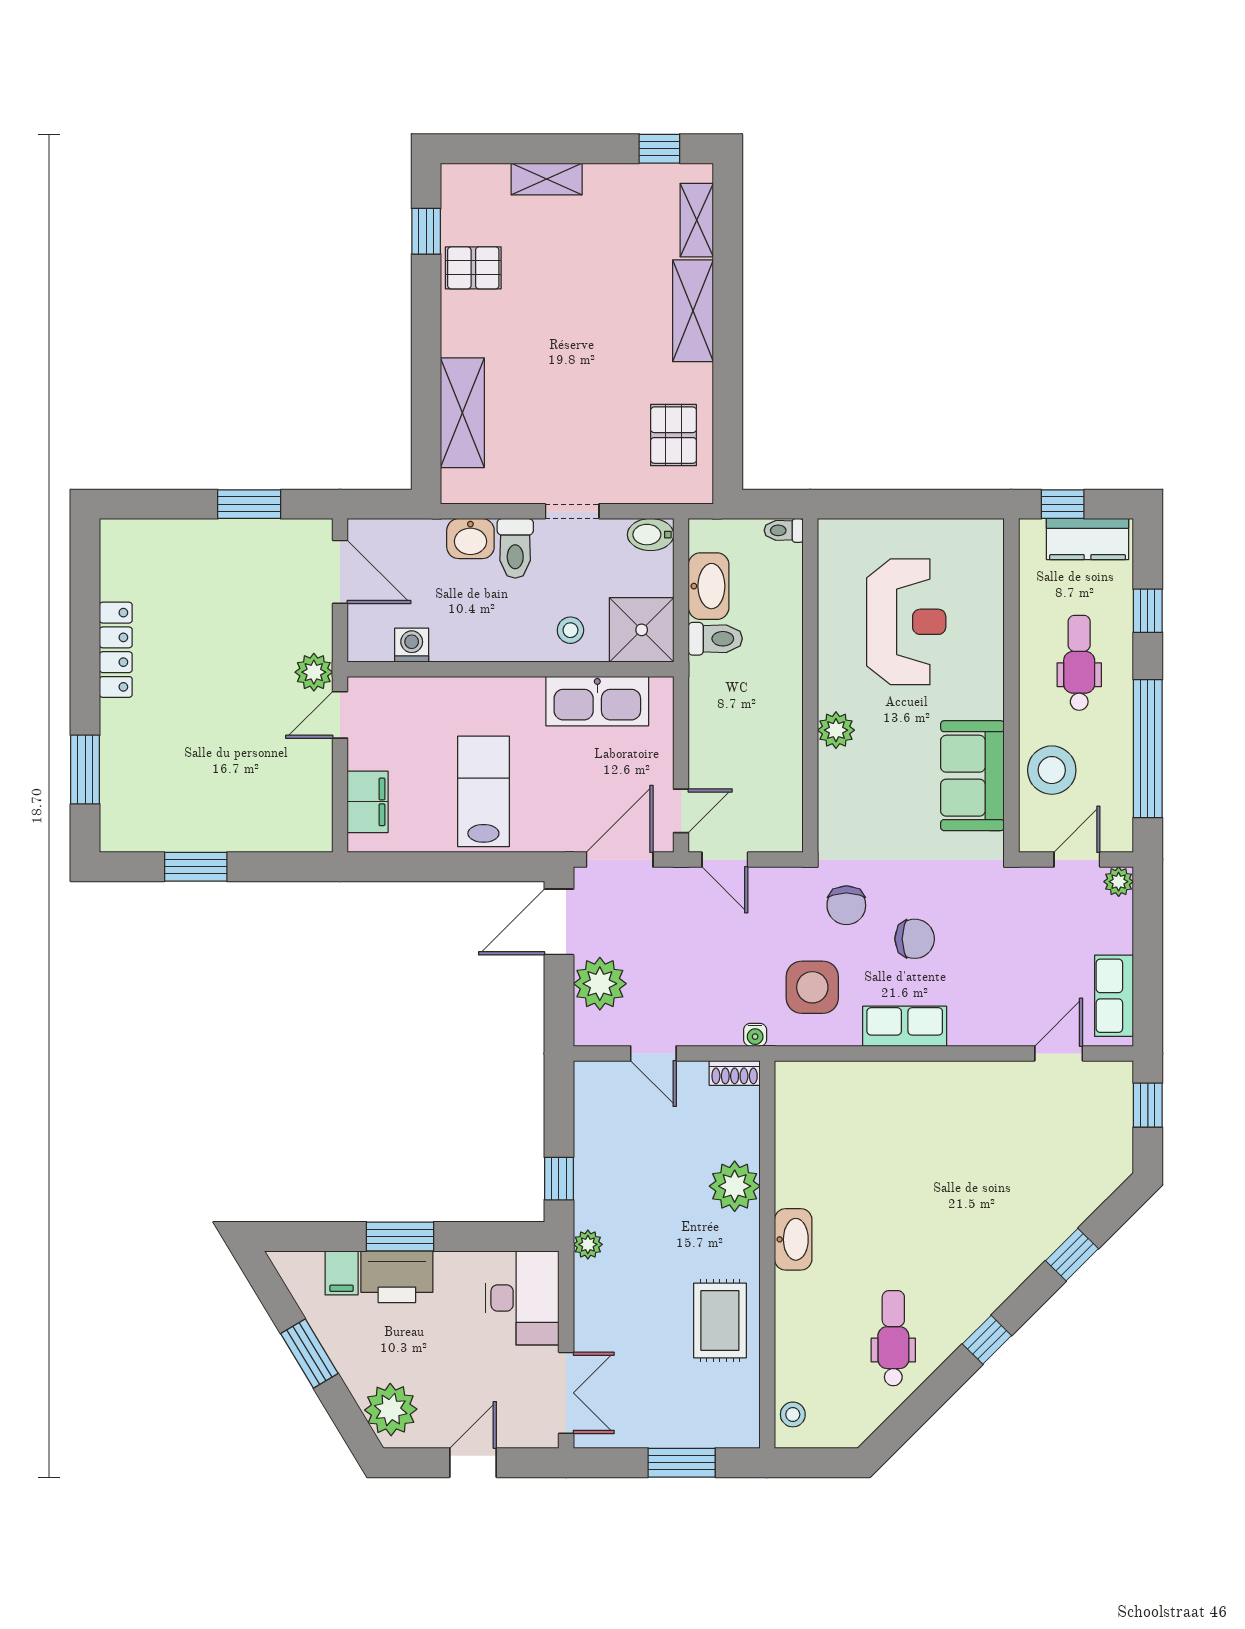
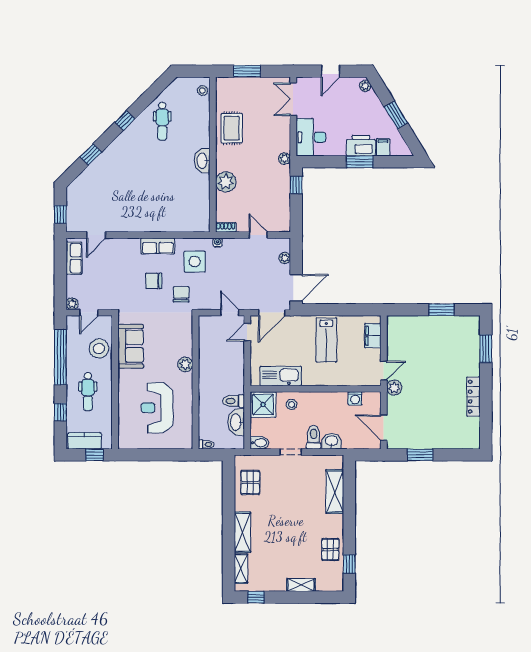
pallet: (473, 268) -> (330, 549), turned 90
plant: (600, 984) -> (285, 258), width x0.53, depth x0.53
plant: (391, 1410) -> (365, 86), width x0.53, depth x0.53

